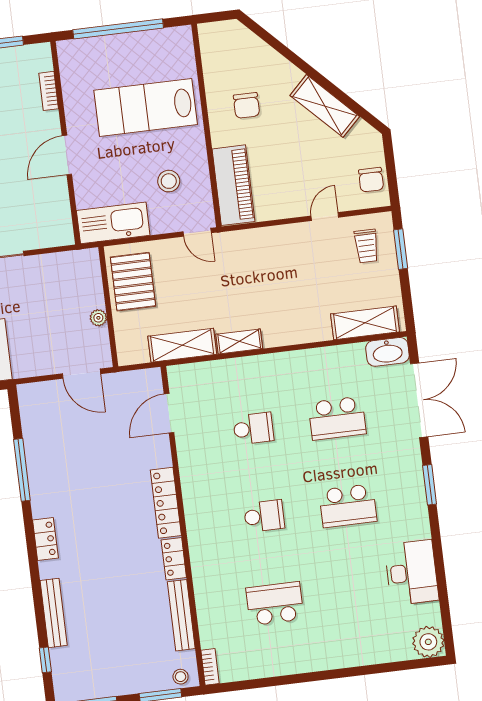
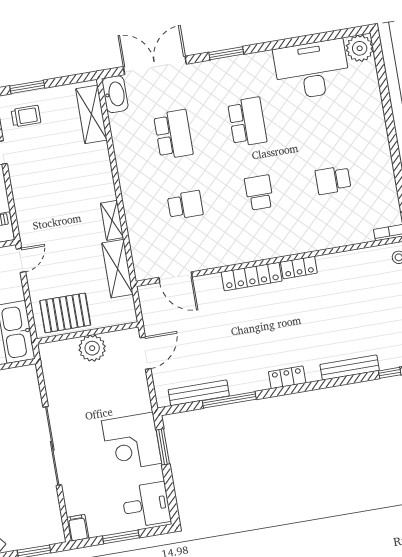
plant: (98, 318) -> (92, 348), width x1.87, depth x1.87
school desk: (253, 428) -> (185, 205), turned 90
desk: (411, 573) -> (312, 70), width x1.36, depth x1.30
school desk: (275, 604) -> (333, 180), width x0.54
bench: (181, 615) -> (199, 393), moved

